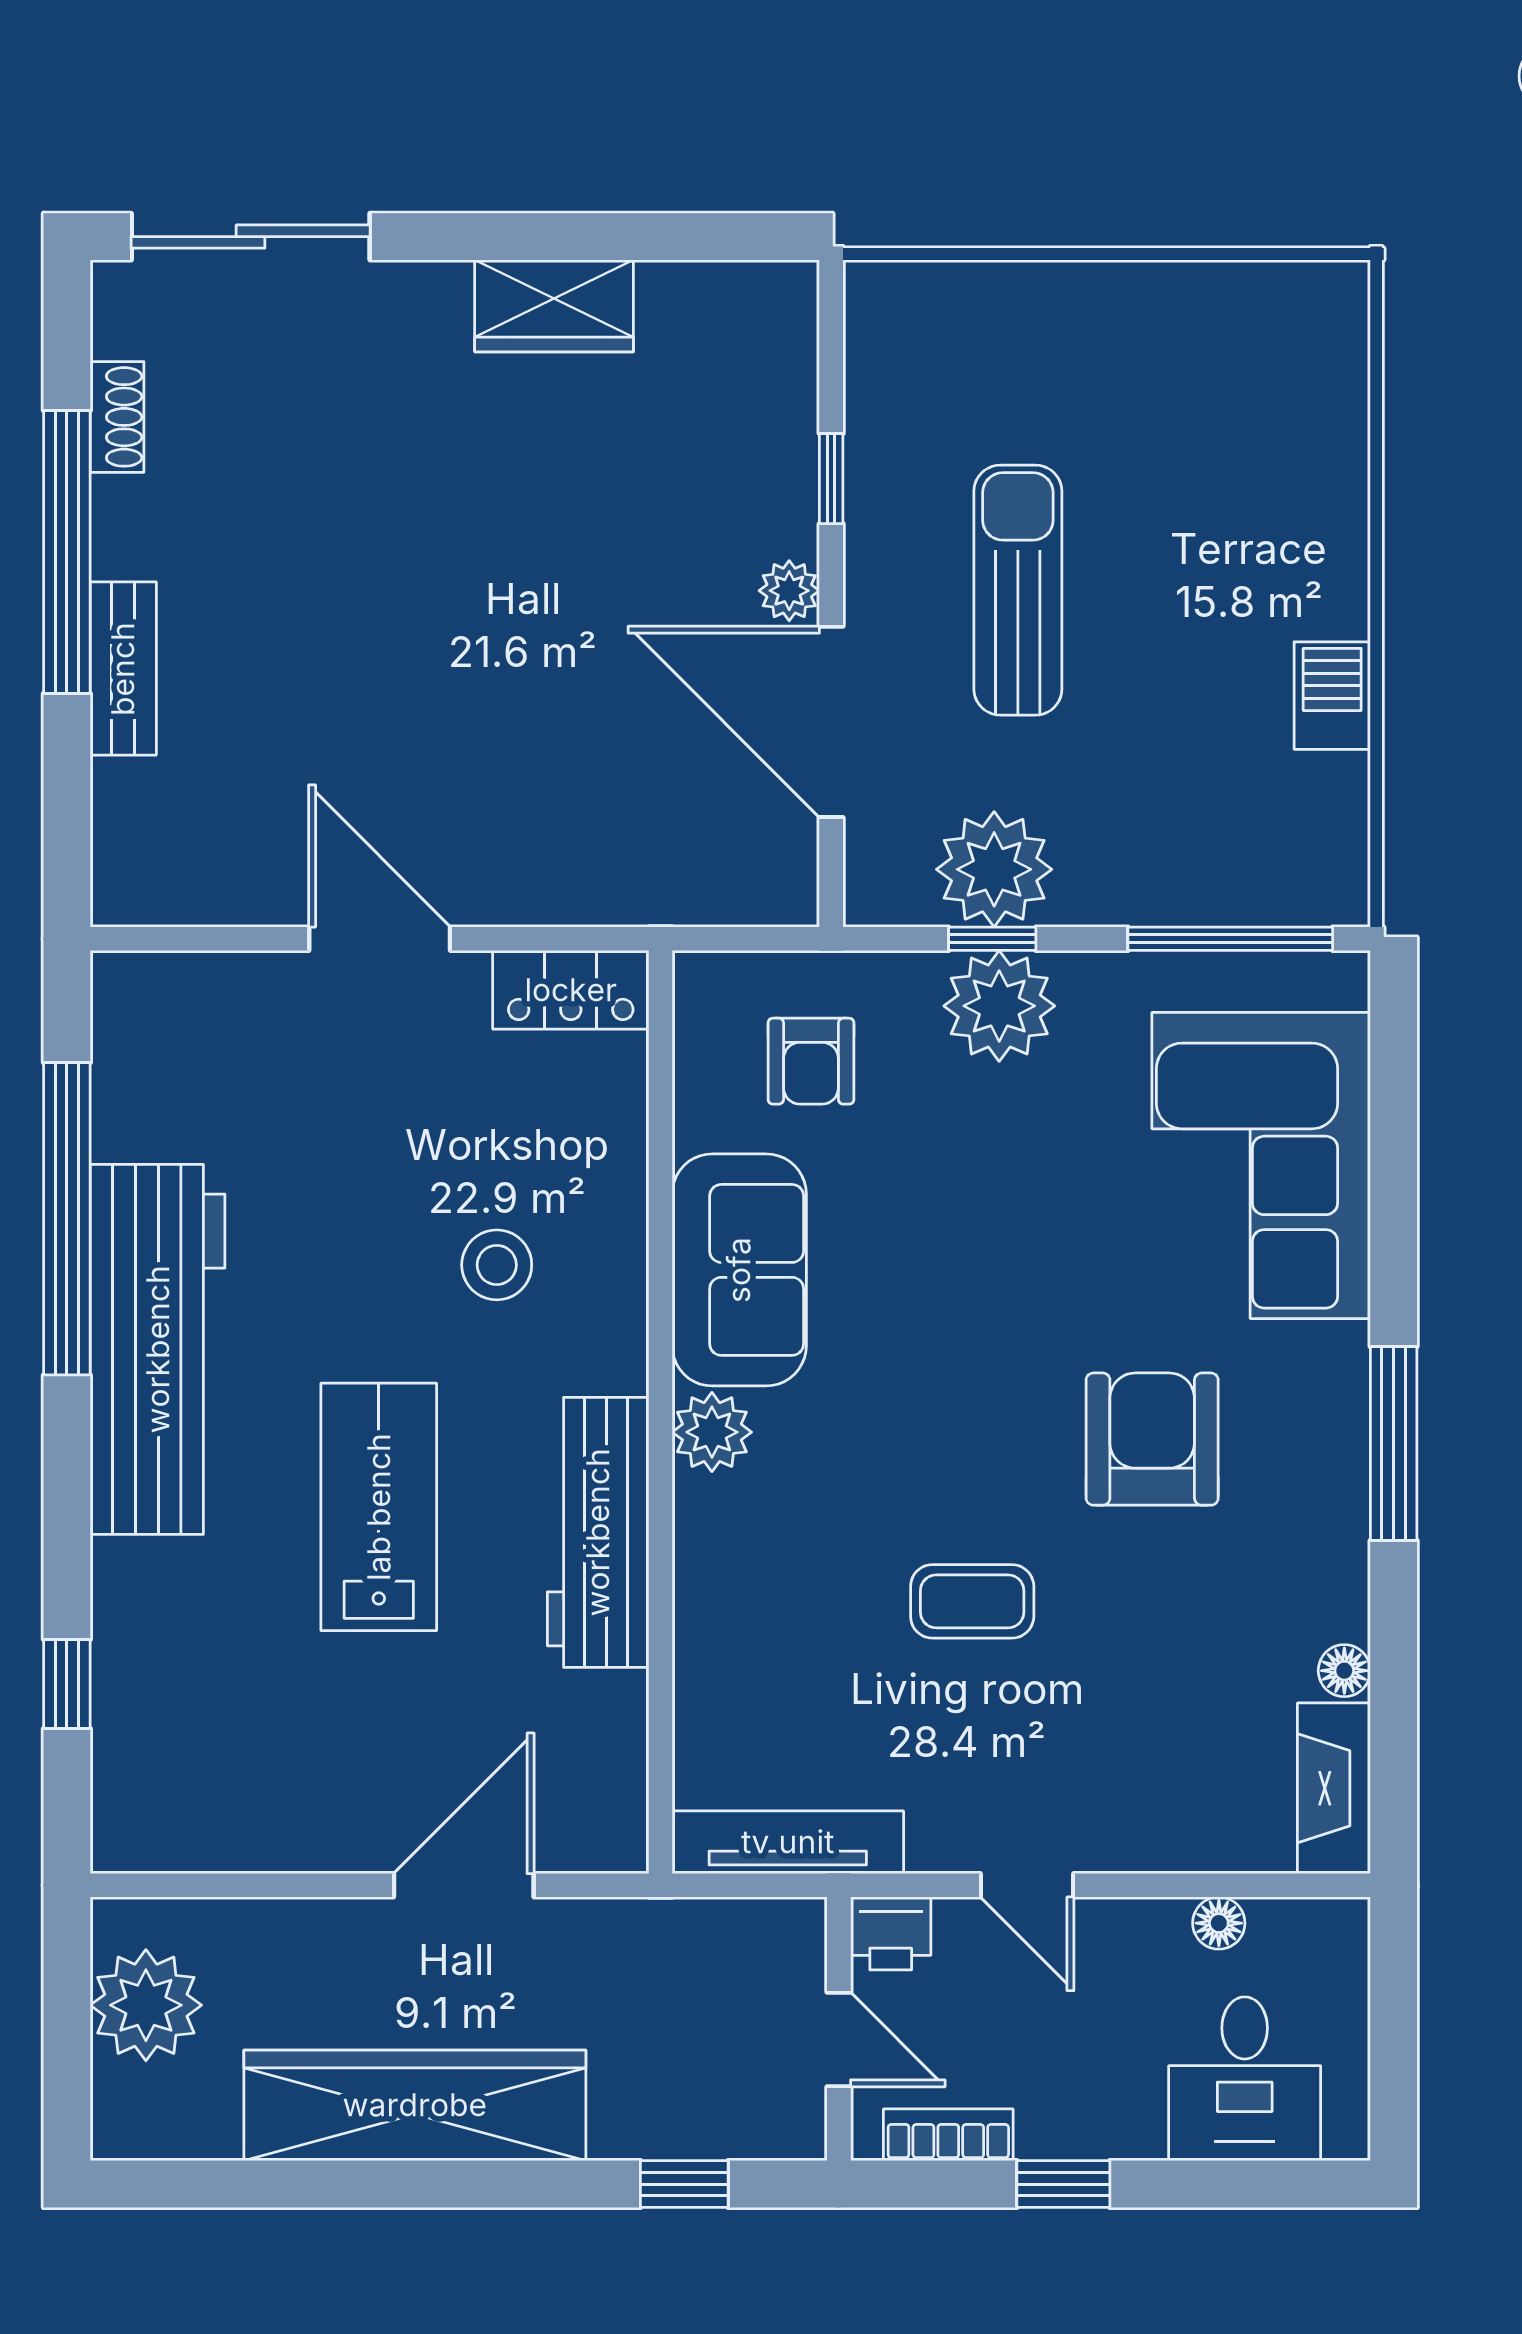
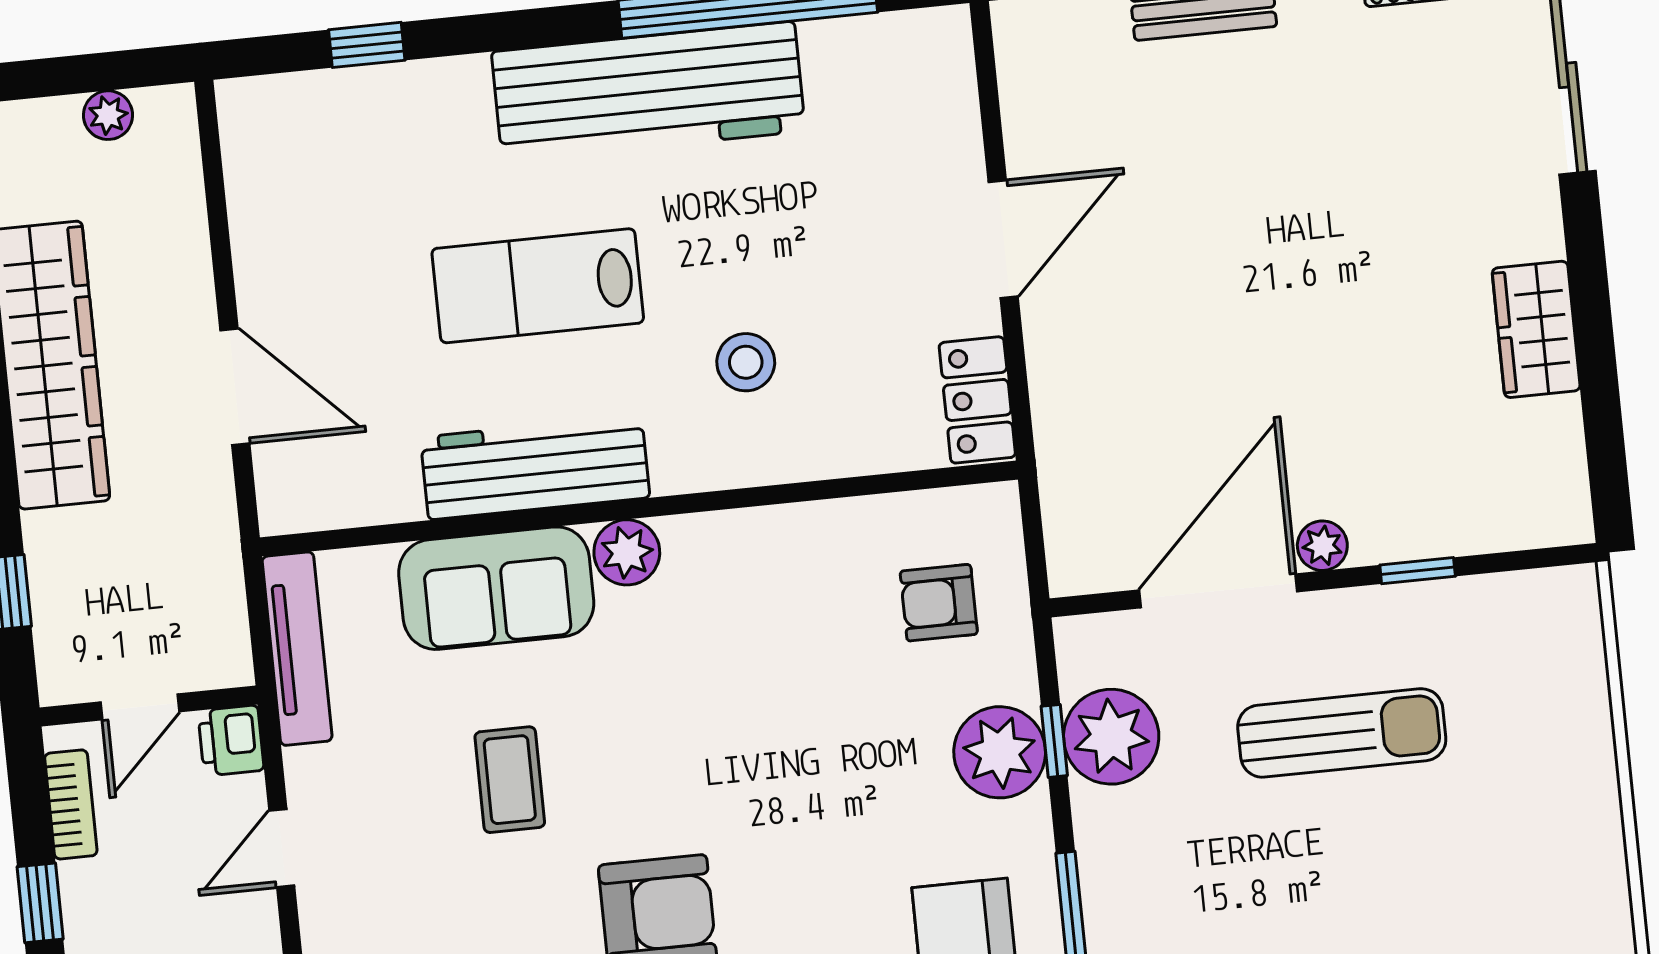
sofa: (739, 1270) -> (496, 588), moved
lab bench: (379, 1507) -> (538, 286), turned 180
plant: (146, 2005) -> (108, 115), width x0.53, depth x0.53

